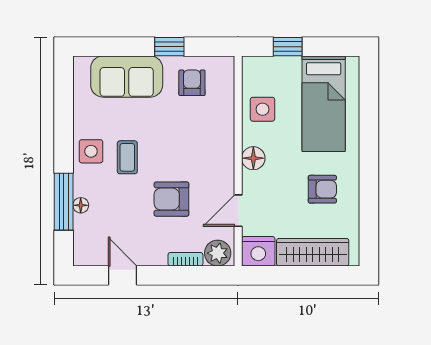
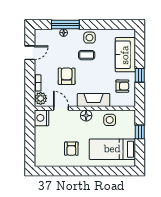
fireplace: (221, 143) -> (94, 100), added
wardrobe: (313, 252) -> (41, 144), removed

